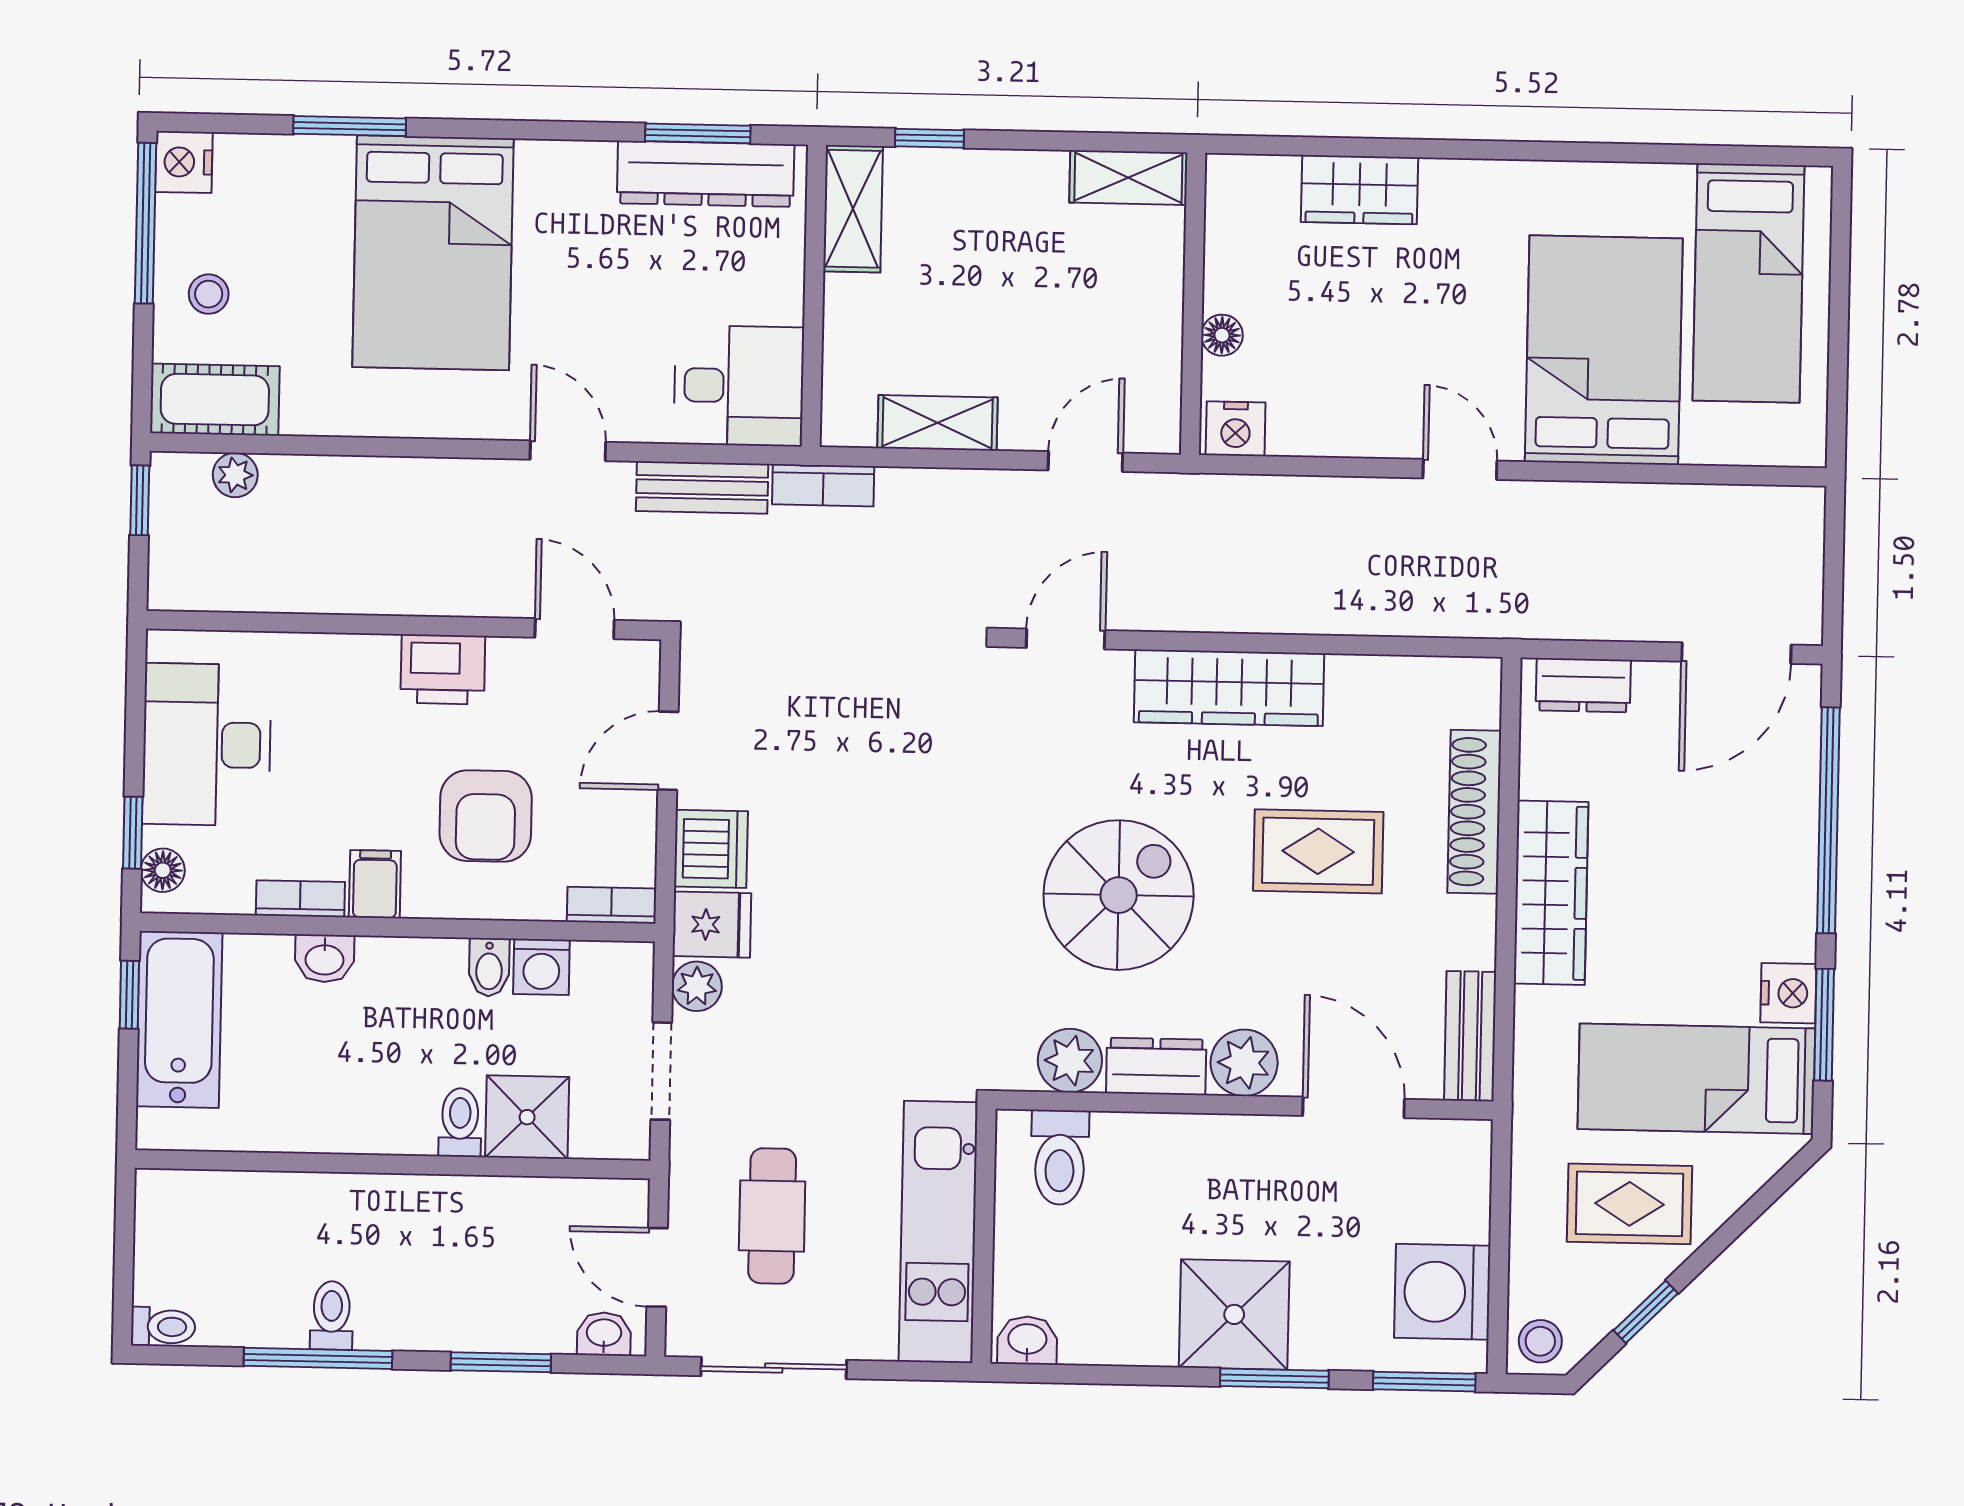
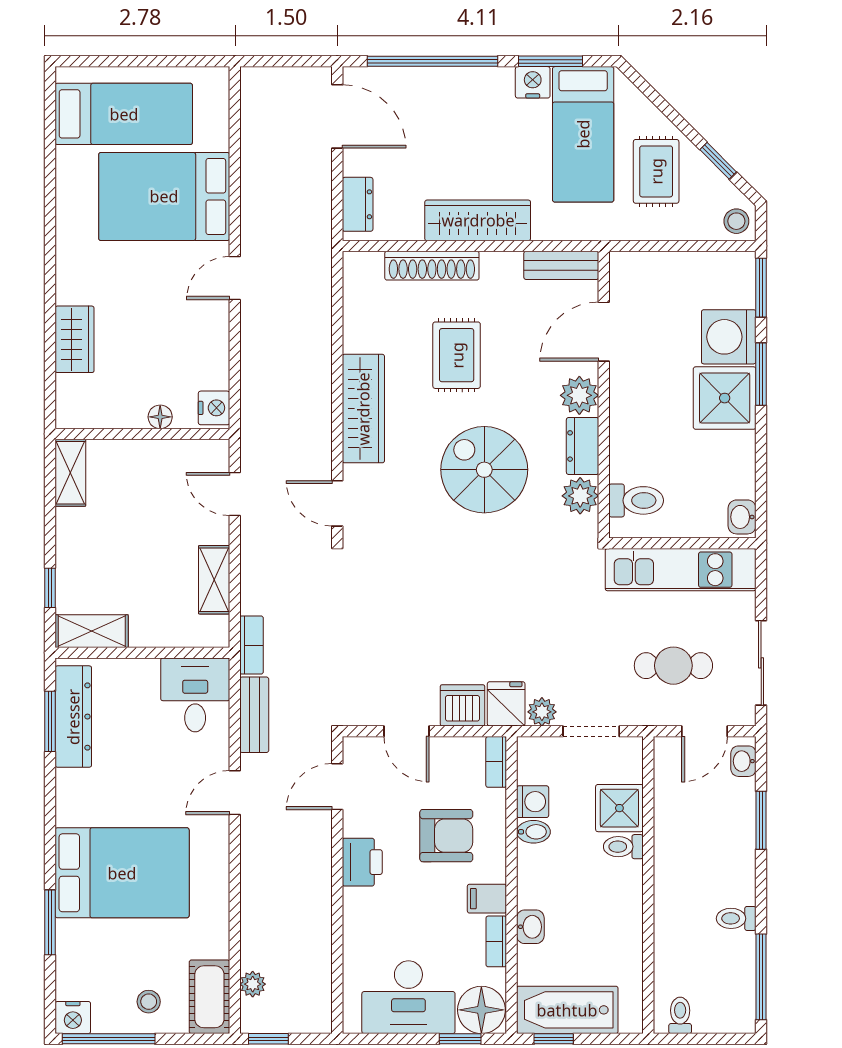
floor lamp: (163, 870) -> (481, 1010), width x1.89, depth x1.89
washing machine: (1442, 1292) -> (729, 337), moved, turned 90
toilet: (163, 1327) -> (680, 1015), moved
window: (318, 1358) -> (761, 977), moved

